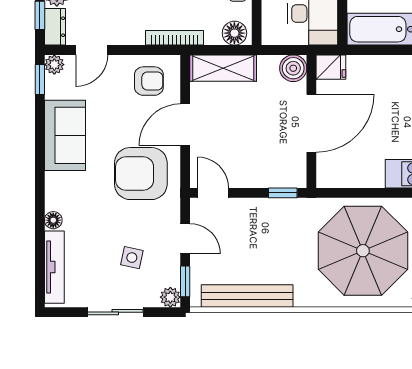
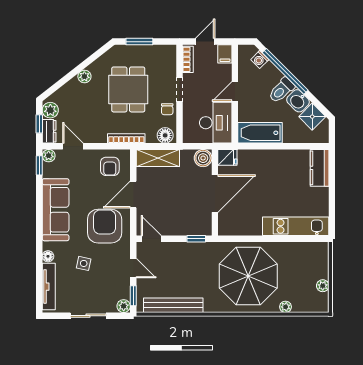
door: (92, 50) -> (73, 146), swing flipped
armchair: (149, 81) -> (110, 166), turned 90
sofa: (65, 135) -> (56, 210), width x1.36
armchair: (141, 174) -> (105, 226), turned 90
side table: (132, 258) -> (84, 263), moved

